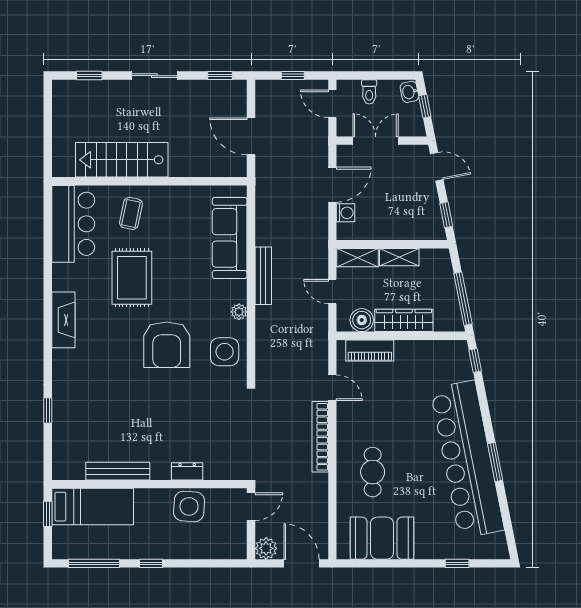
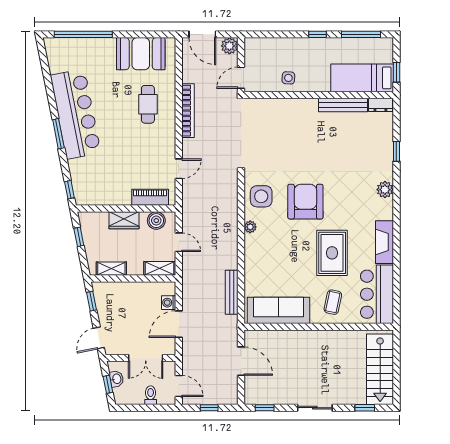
washbasin: (409, 92) -> (116, 379), moved
stairs: (122, 160) -> (380, 369), moved, turned 90
door: (437, 167) -> (99, 338), hinge flipped
sofa: (230, 238) -> (278, 310), moved, turned -90
shelving: (399, 257) -> (111, 269), moved
bench: (263, 276) -> (232, 292), moved
window: (463, 299) -> (79, 237), width x0.46
fireplace: (63, 320) -> (385, 242), moved
wardrobe: (404, 320) -> (124, 220), width x0.67
plant: (63, 361) -> (385, 190), added
door: (332, 388) -> (179, 169), swing flipped
bookcase: (320, 437) -> (188, 111), moved
bar counter: (467, 459) -> (76, 114), width x0.73
window: (495, 462) -> (58, 134), moved
dresser: (187, 471) -> (380, 105), moved
side table: (189, 506) -> (288, 78), width x0.54, depth x0.54
window: (457, 563) -> (83, 34), width x3.17

